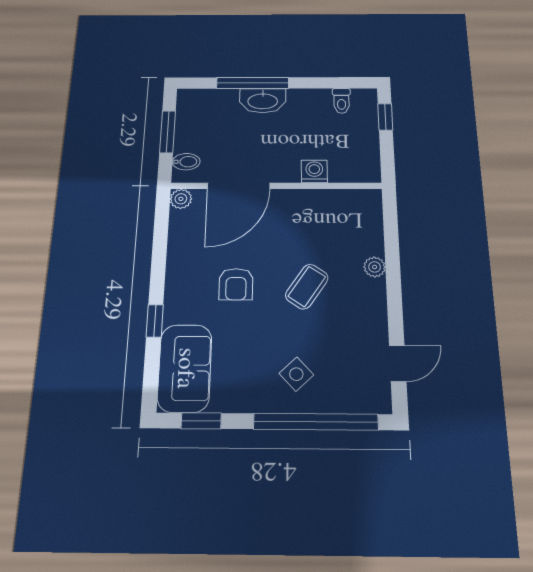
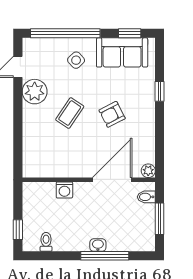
washbasin: (263, 101) -> (98, 245), width x0.52, depth x0.69
plant: (375, 267) -> (35, 92), moved, width x1.88, depth x1.88
armchair: (236, 284) -> (112, 114), turned -117
sofa: (185, 368) -> (122, 52), moved, turned -90

